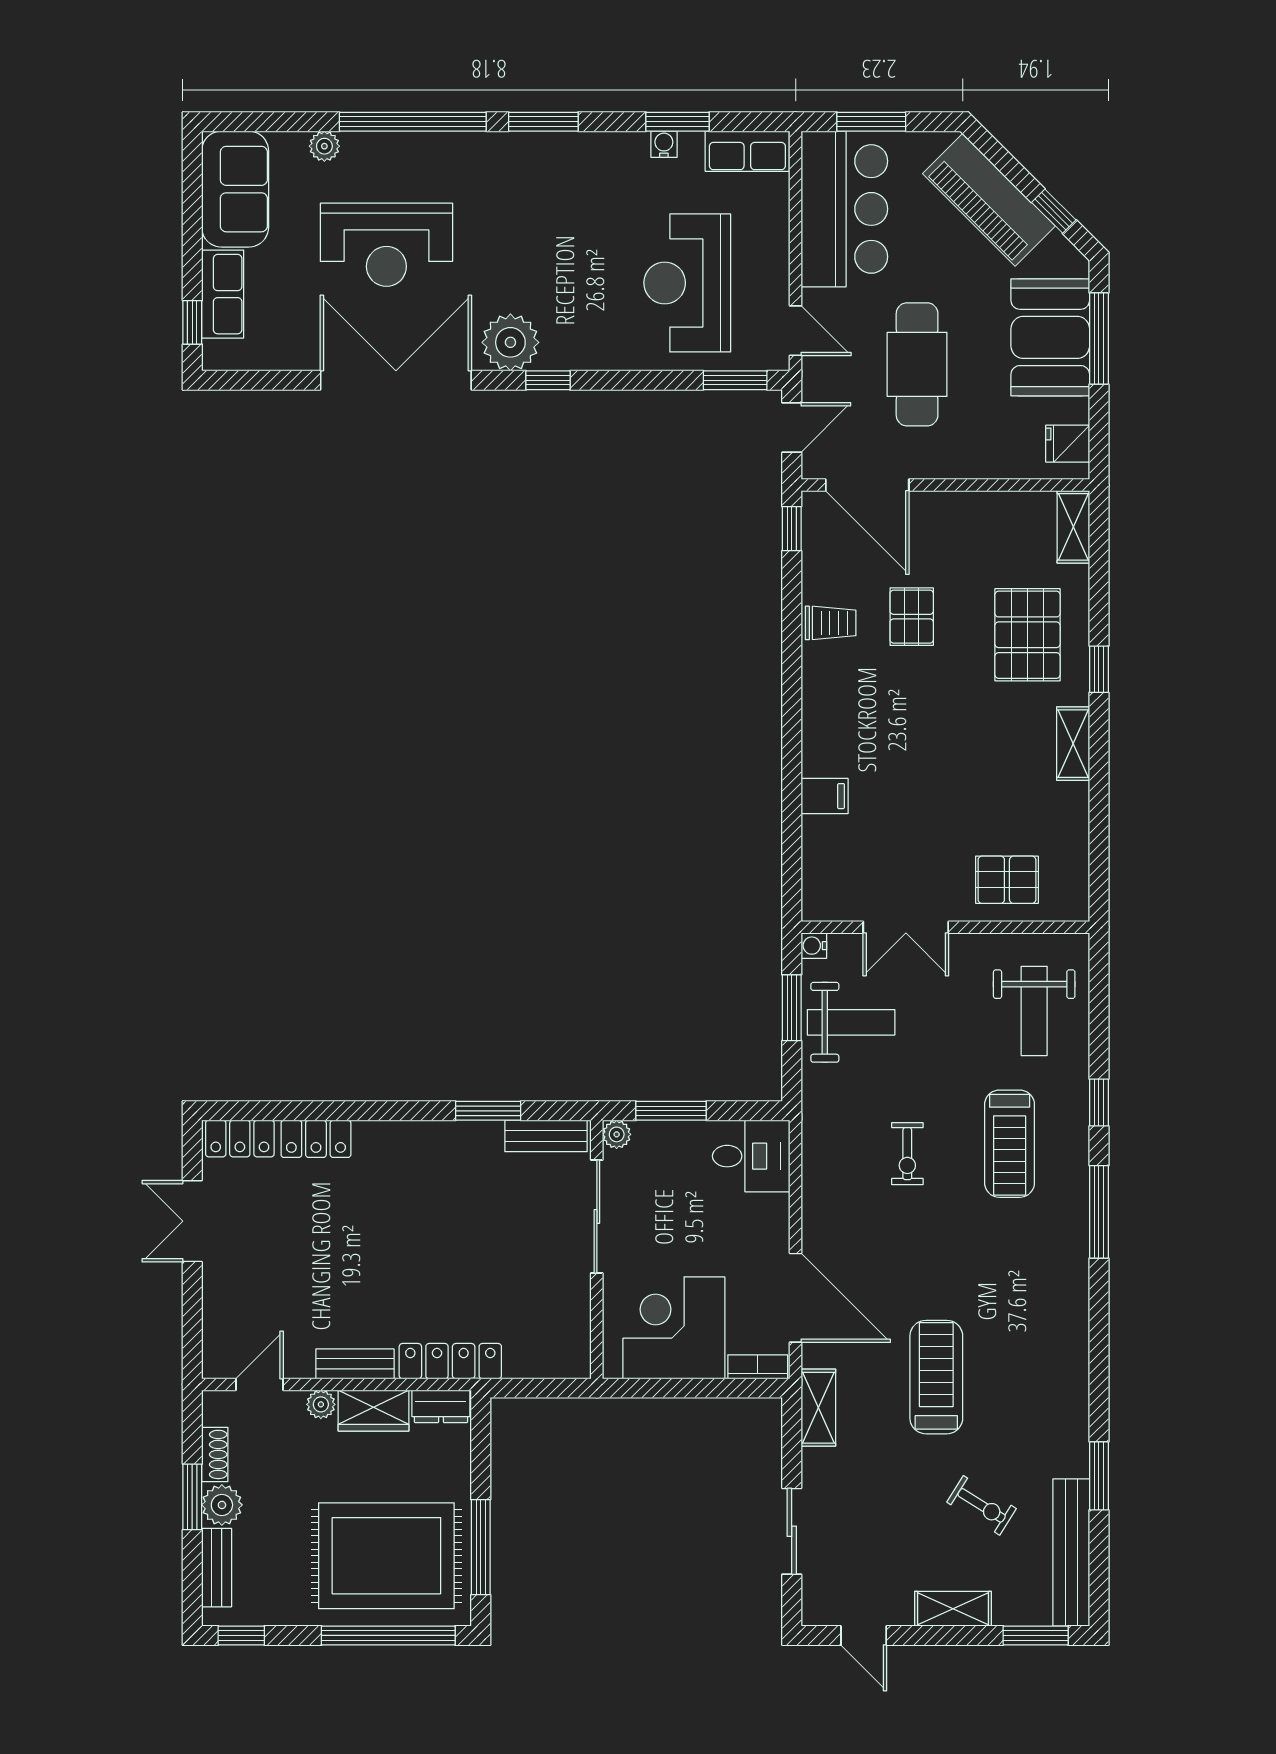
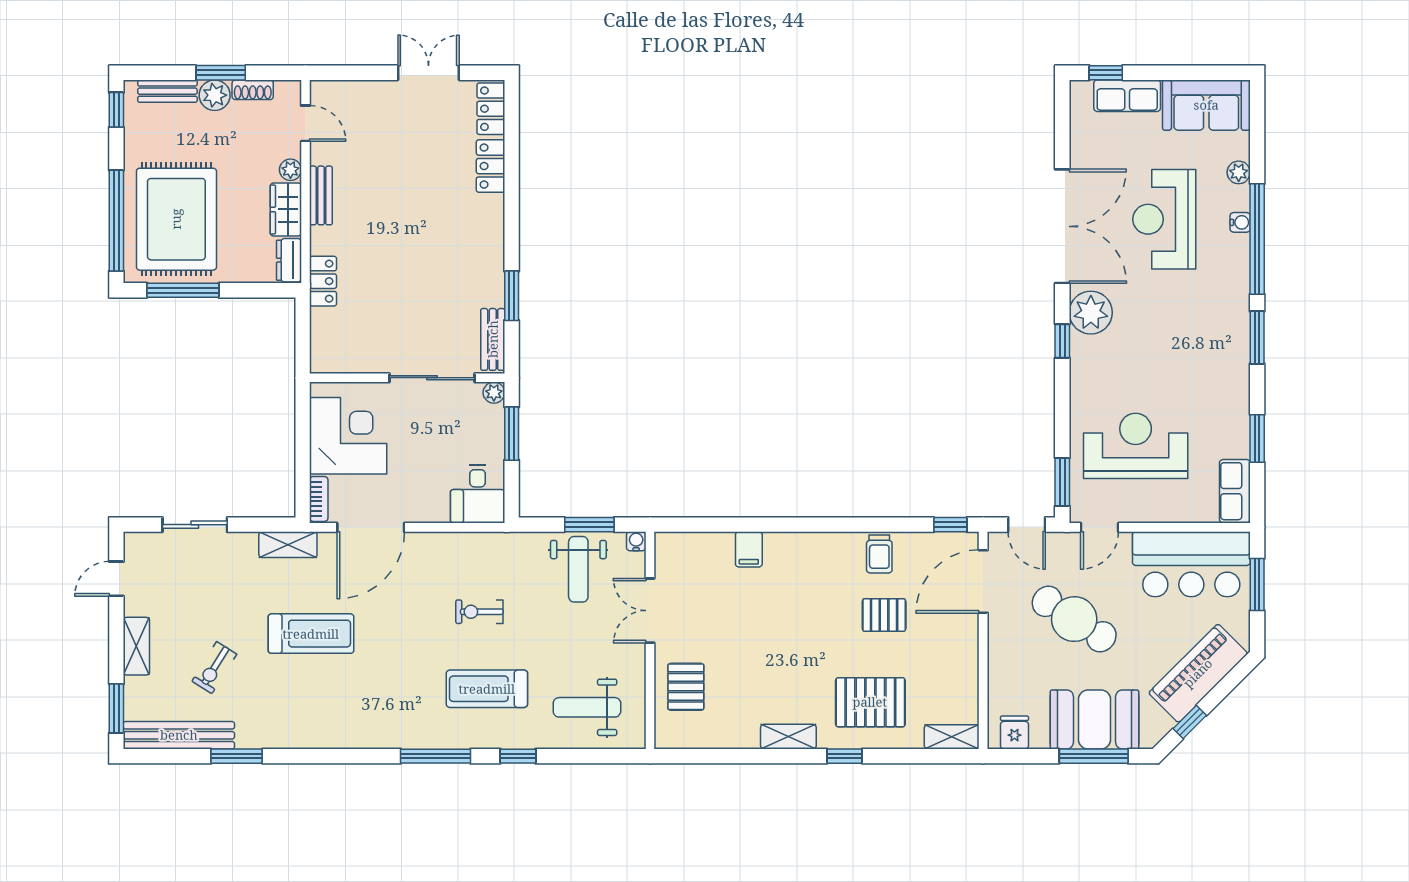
water cooler: (664, 144) -> (1240, 222), moved
cafe table: (917, 364) -> (1074, 619), turned 33
locker: (450, 1361) -> (323, 281), width x0.66

